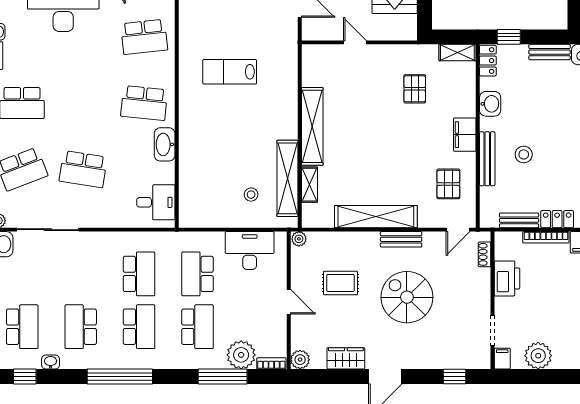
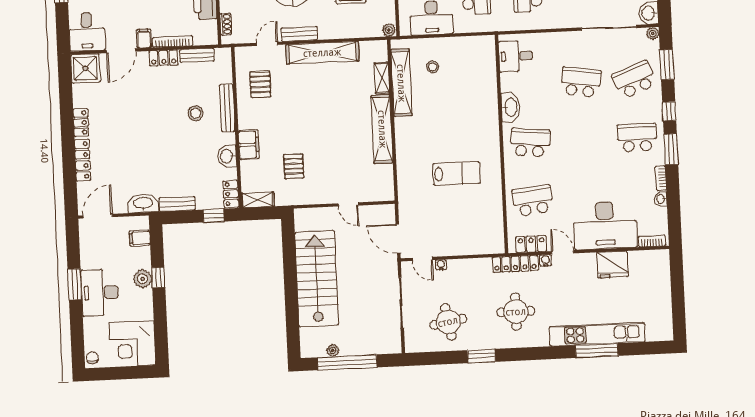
filing cabinet: (465, 135) -> (249, 145), moved
door: (458, 230) -> (267, 44), moved

